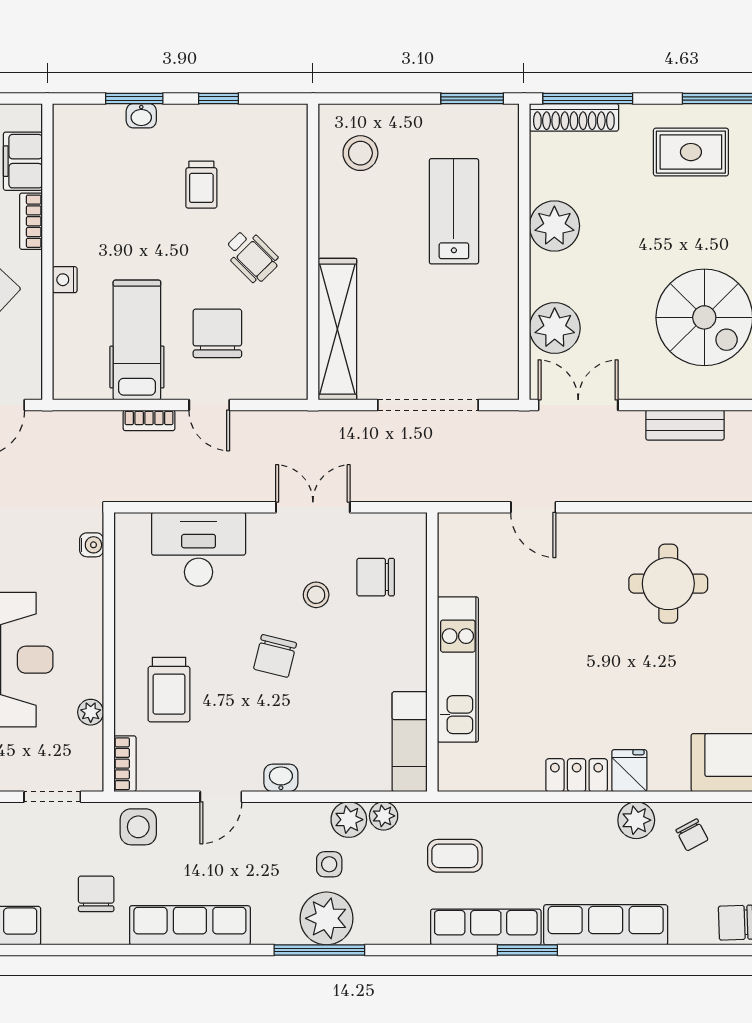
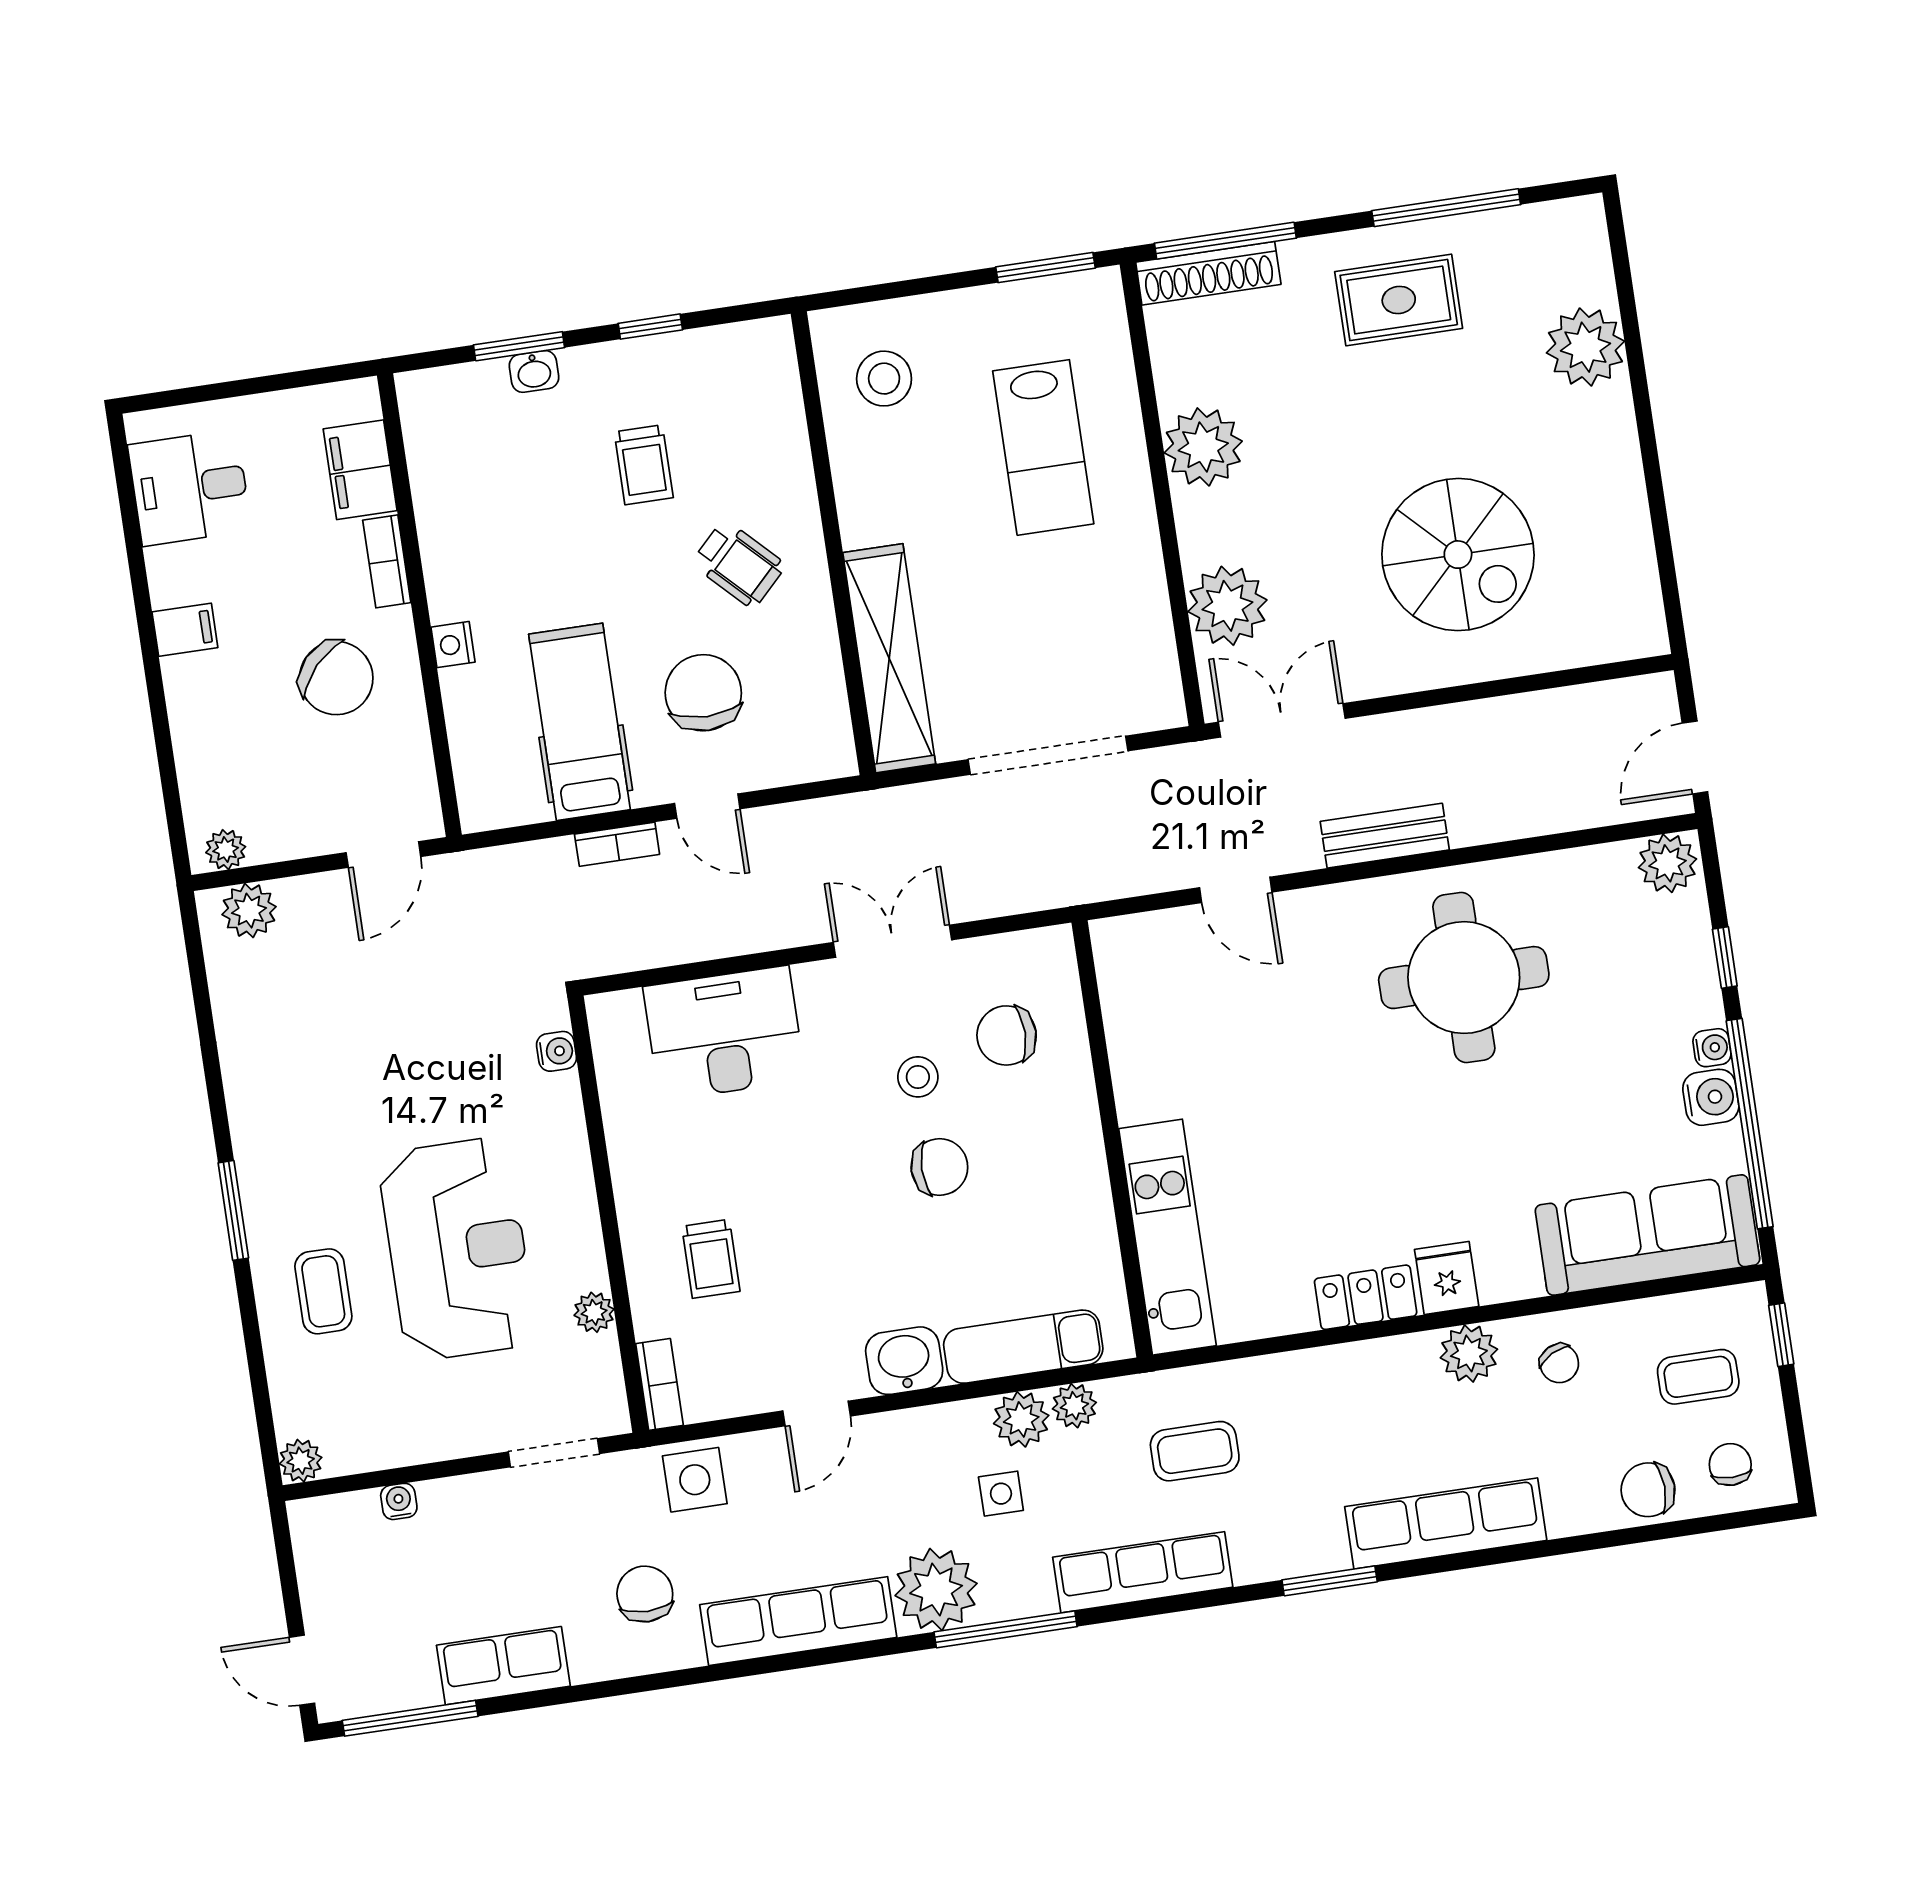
lab bench: (454, 211) -> (1043, 447), turned 180
bench: (685, 425) -> (1385, 836), moved
round table: (668, 584) -> (1464, 978), width x1.36, depth x1.36
chair: (275, 656) -> (939, 1167), moved, turned -104
kitchen unit: (458, 670) -> (1167, 1237), moved
trolley: (169, 690) -> (711, 1259), width x0.73, depth x0.72
exam couch: (410, 742) -> (1023, 1347), moved, turned 90
washbasin: (281, 778) -> (904, 1361), width x1.38, depth x1.45
plant: (326, 918) -> (936, 1589), moved
row of seats: (486, 927) -> (1143, 1572), moved

